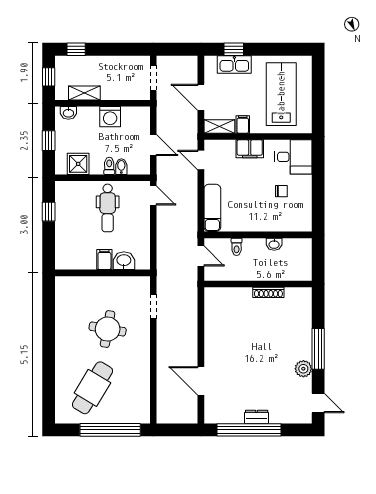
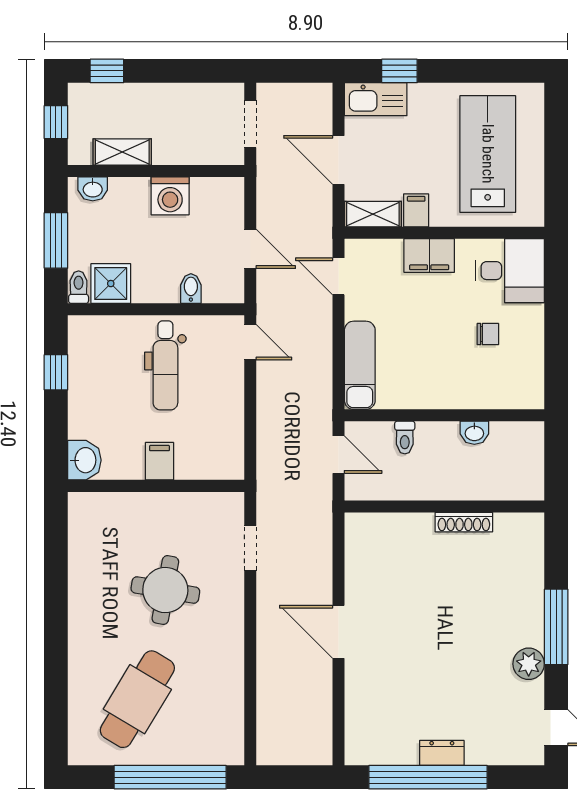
kitchen sink: (234, 65) -> (376, 99), moved
window: (49, 141) -> (56, 240), width x1.50
toilet: (109, 166) -> (79, 287), moved
washbasin: (124, 261) -> (84, 460), moved, turned 90
door: (201, 381) -> (338, 632), moved

